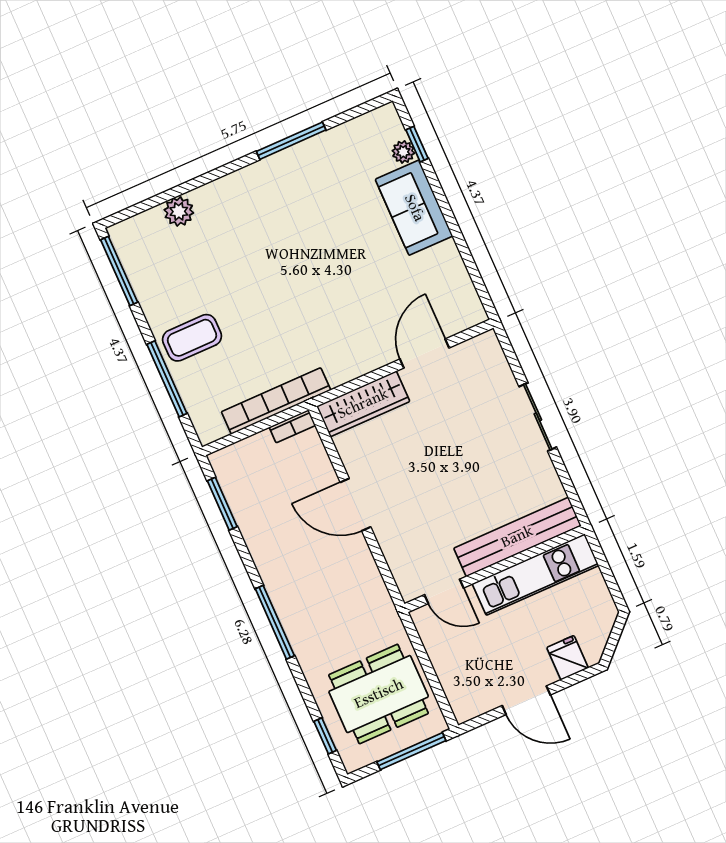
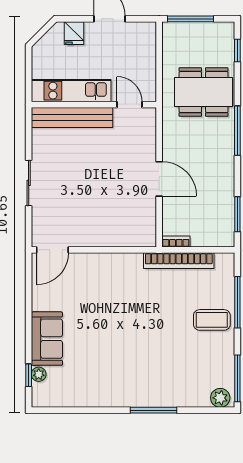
window: (291, 141) -> (153, 410), moved
plant: (179, 211) -> (220, 398), moved
door: (424, 353) -> (52, 250), moved
wardrobe: (363, 404) -> (128, 236), removed
dining table: (379, 694) -> (204, 92), moved

